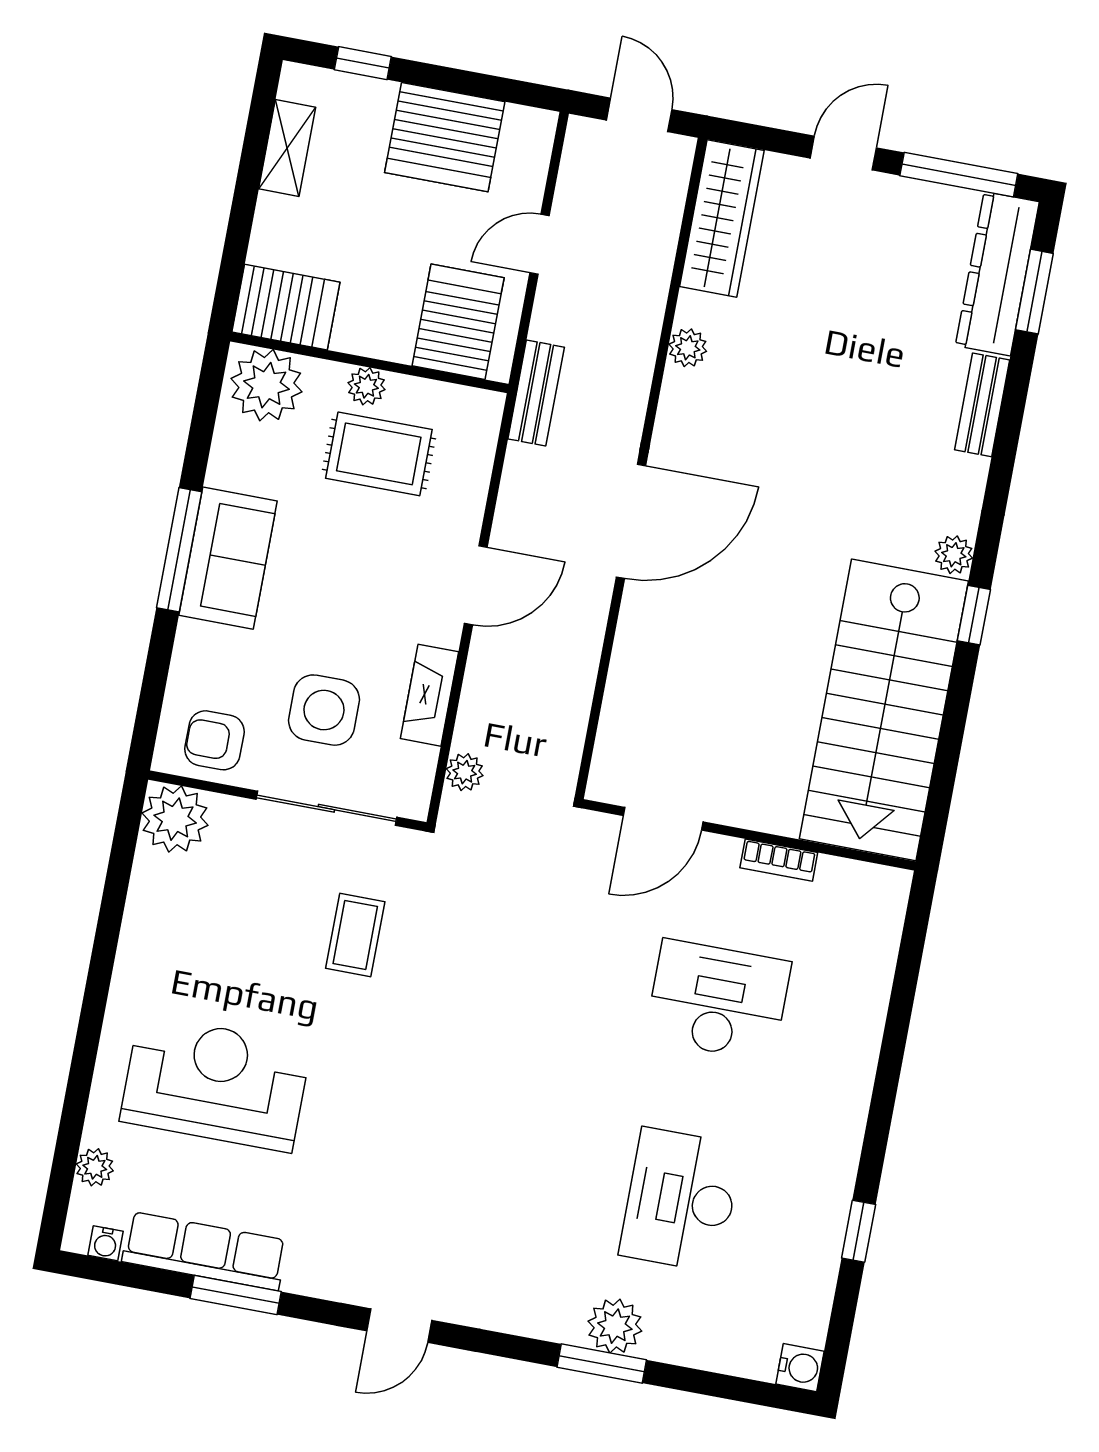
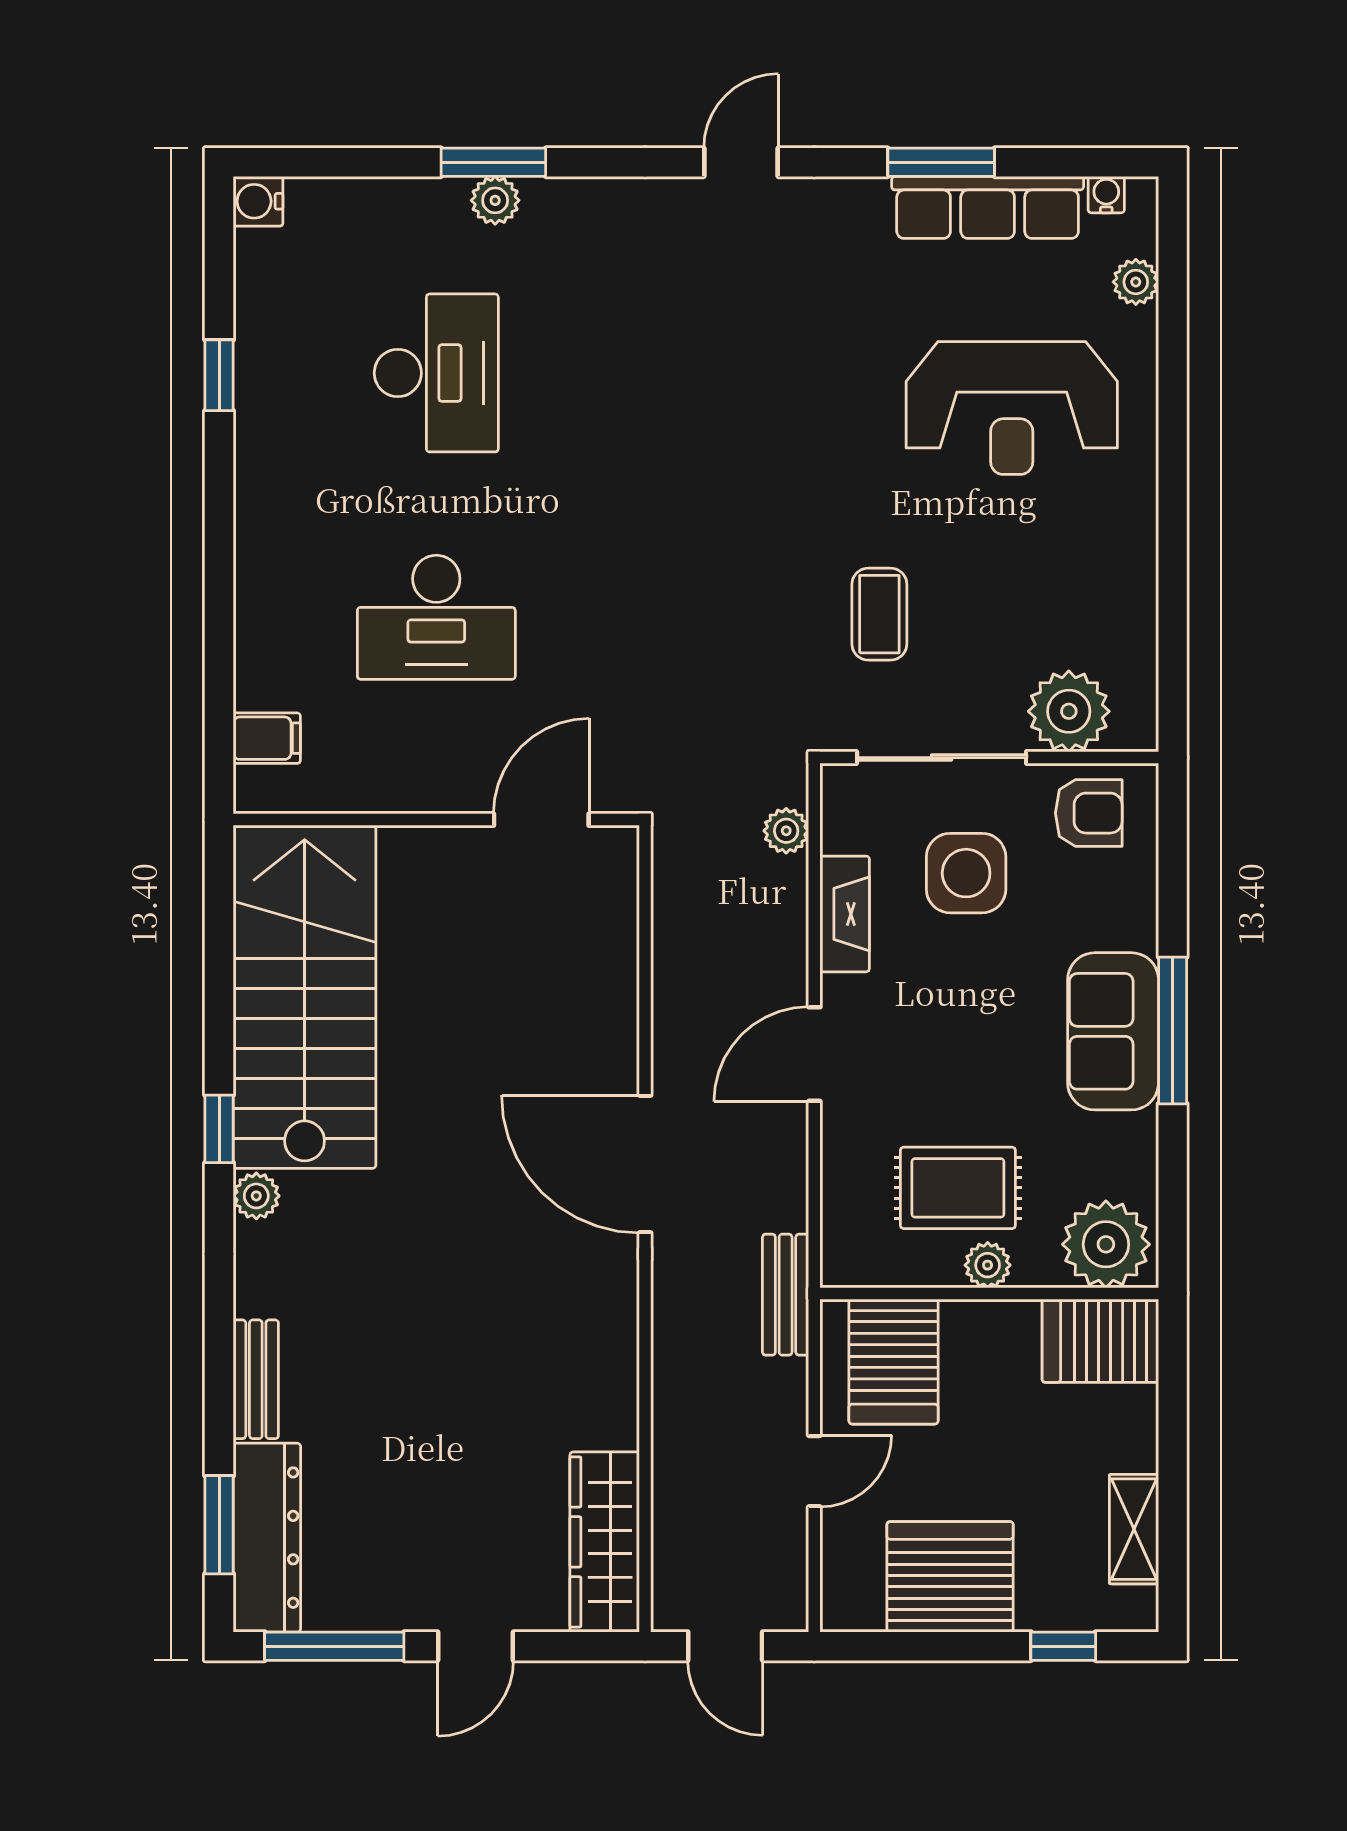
plant: (688, 348) -> (616, 1382), removed
door: (631, 521) -> (645, 1164), hinge flipped
plant: (175, 819) -> (1069, 711), moved
bookcase: (779, 860) -> (395, 796), removed
filing cabinet: (875, 927) -> (267, 738), added
plant: (615, 1326) -> (495, 200), width x0.73, depth x0.73

